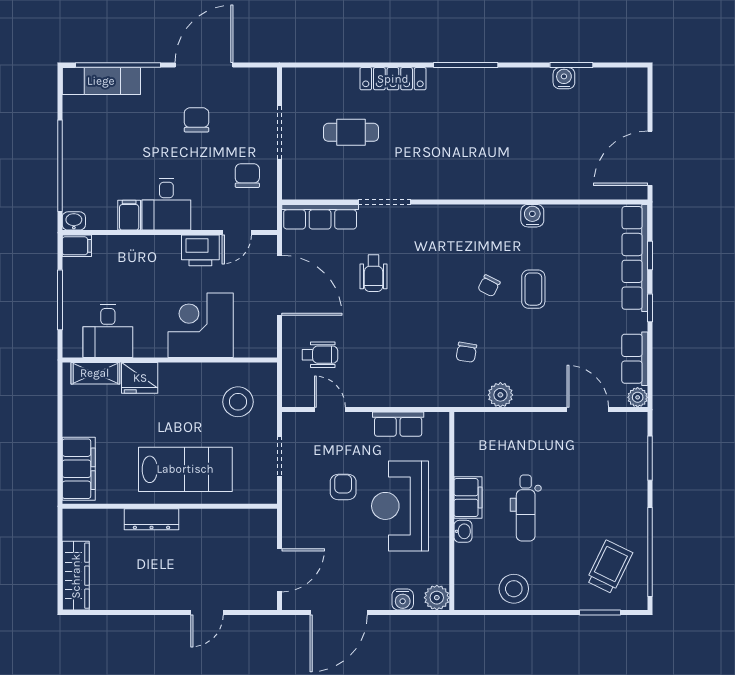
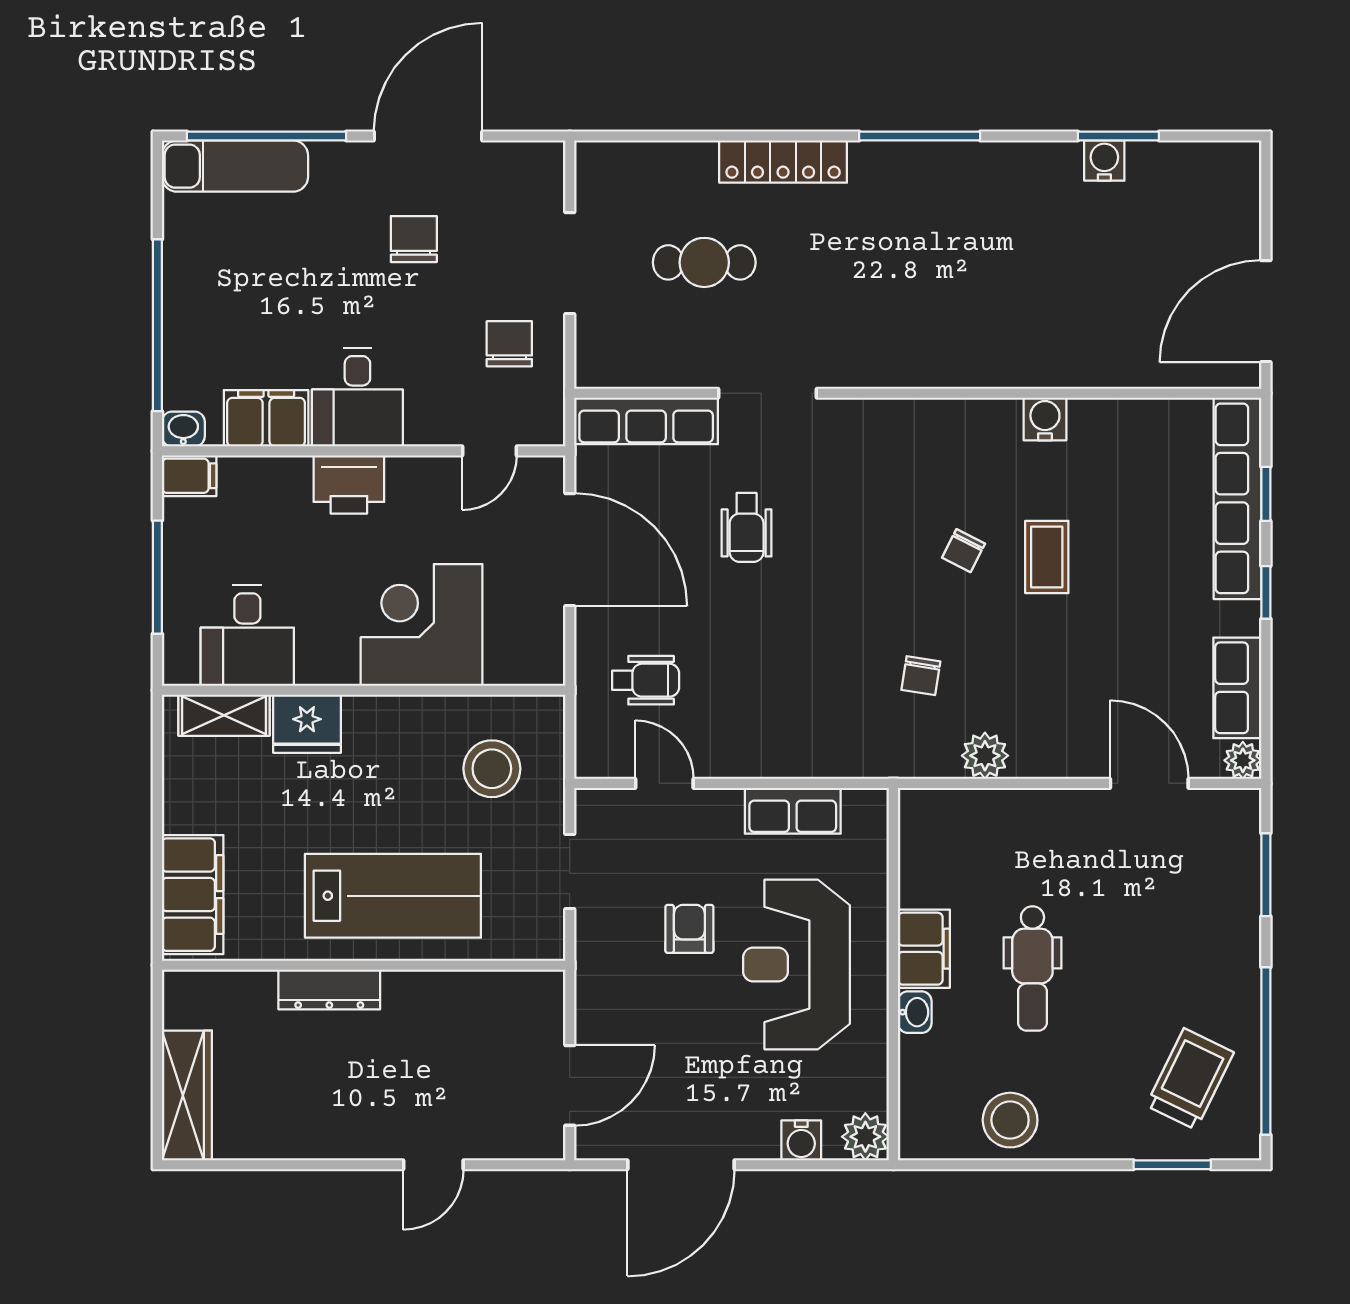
filing cabinet: (129, 215) -> (266, 418), width x2.00
printer: (200, 250) -> (349, 484), moved

